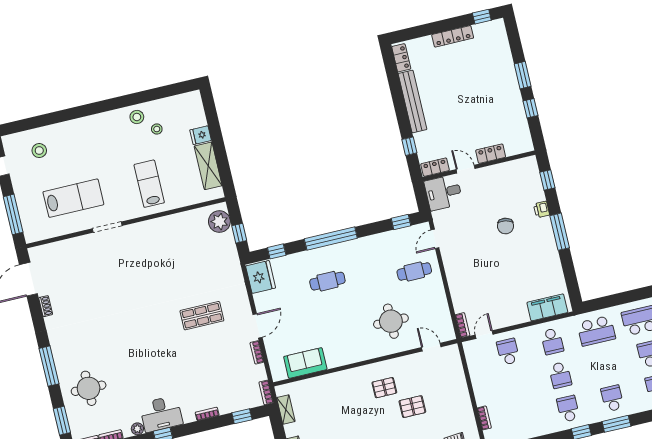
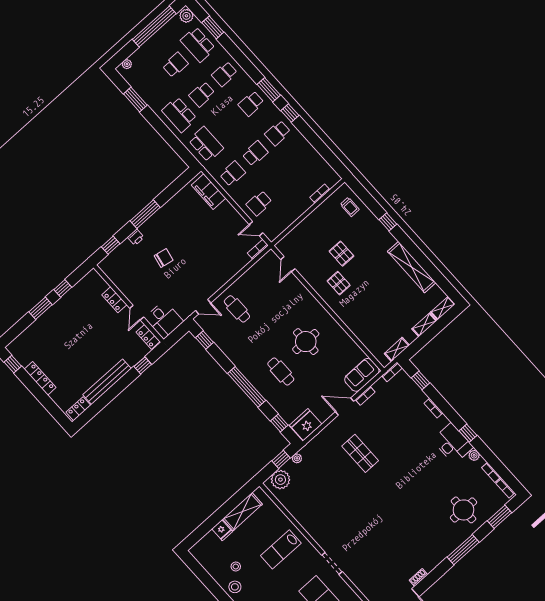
plant: (232, 250) -> (297, 458), added
round table: (391, 321) -> (306, 342), moved
sofa: (305, 363) -> (362, 375), moved, turned 90

